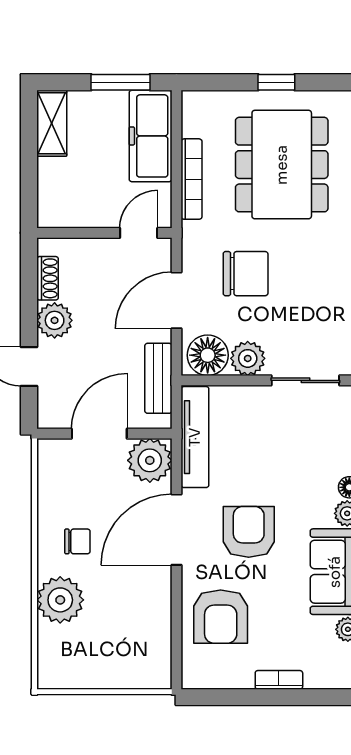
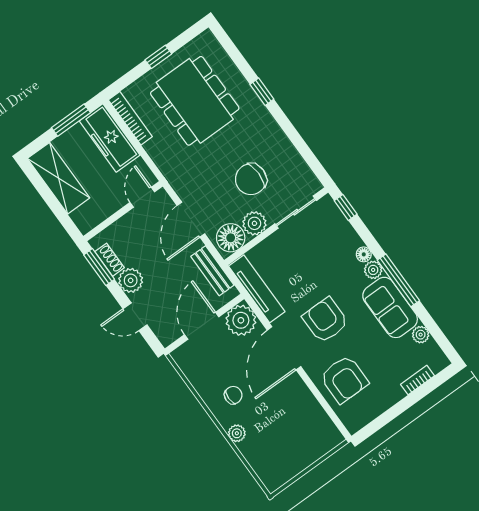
shelving: (52, 123) -> (59, 178), width x1.50, depth x1.33
bookcase: (192, 179) -> (130, 118), moved
chair: (246, 274) -> (251, 179), moved, turned 180
window: (29, 278) -> (99, 267), added
plant: (60, 600) -> (237, 433), width x0.53, depth x0.53
bookcase: (279, 680) -> (418, 380), moved

